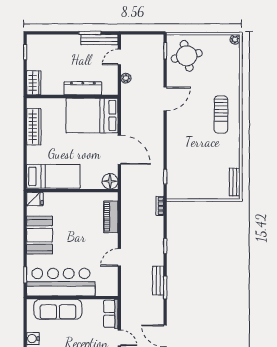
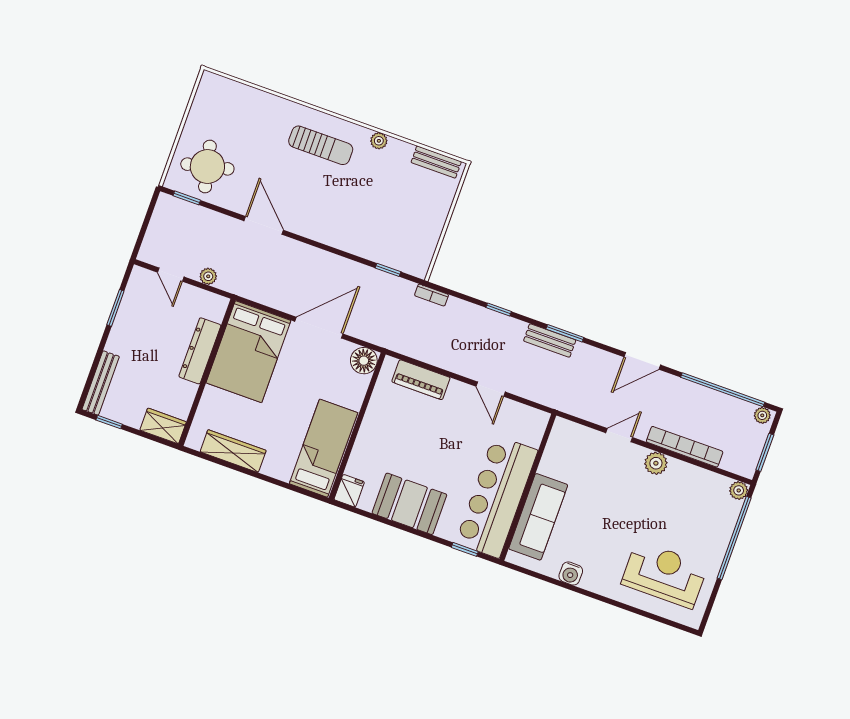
plant: (235, 39) -> (379, 141), moved
bench: (99, 40) -> (101, 383), moved
row of seats: (111, 314) -> (576, 435), removed

